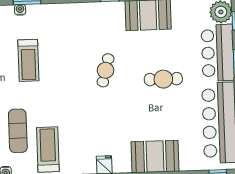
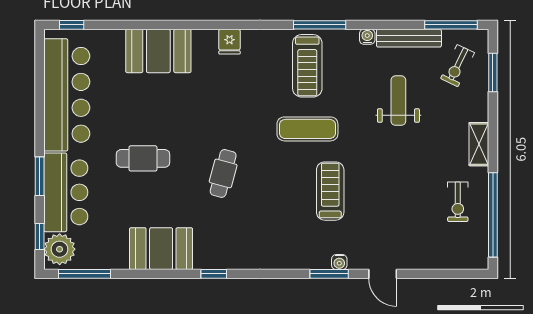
exercise mat: (18, 131) -> (307, 129), moved, turned 90

